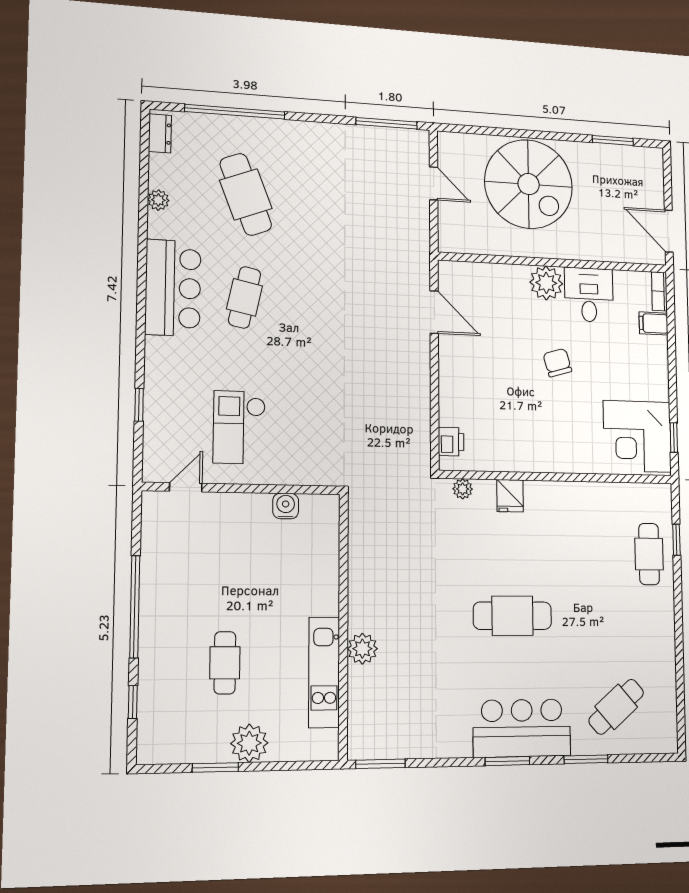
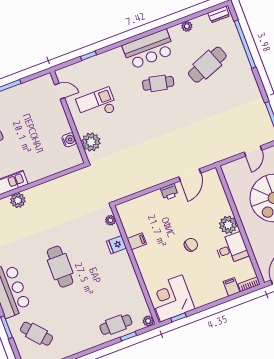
printer: (451, 442) -> (169, 192), moved
filing cabinet: (517, 456) -> (137, 241), added
plant: (305, 467) -> (91, 142), added
plant: (662, 493) -> (148, 321), added

